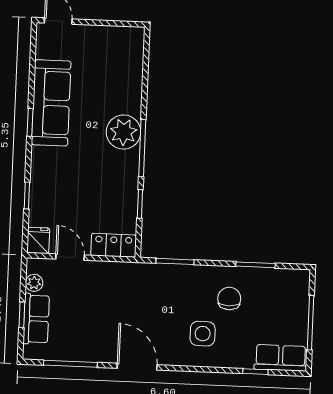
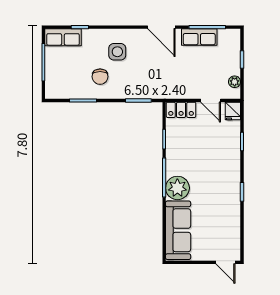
sofa: (51, 103) -> (178, 230), moved, turned 180
row of seats: (36, 319) -> (199, 37), moved, turned -90

